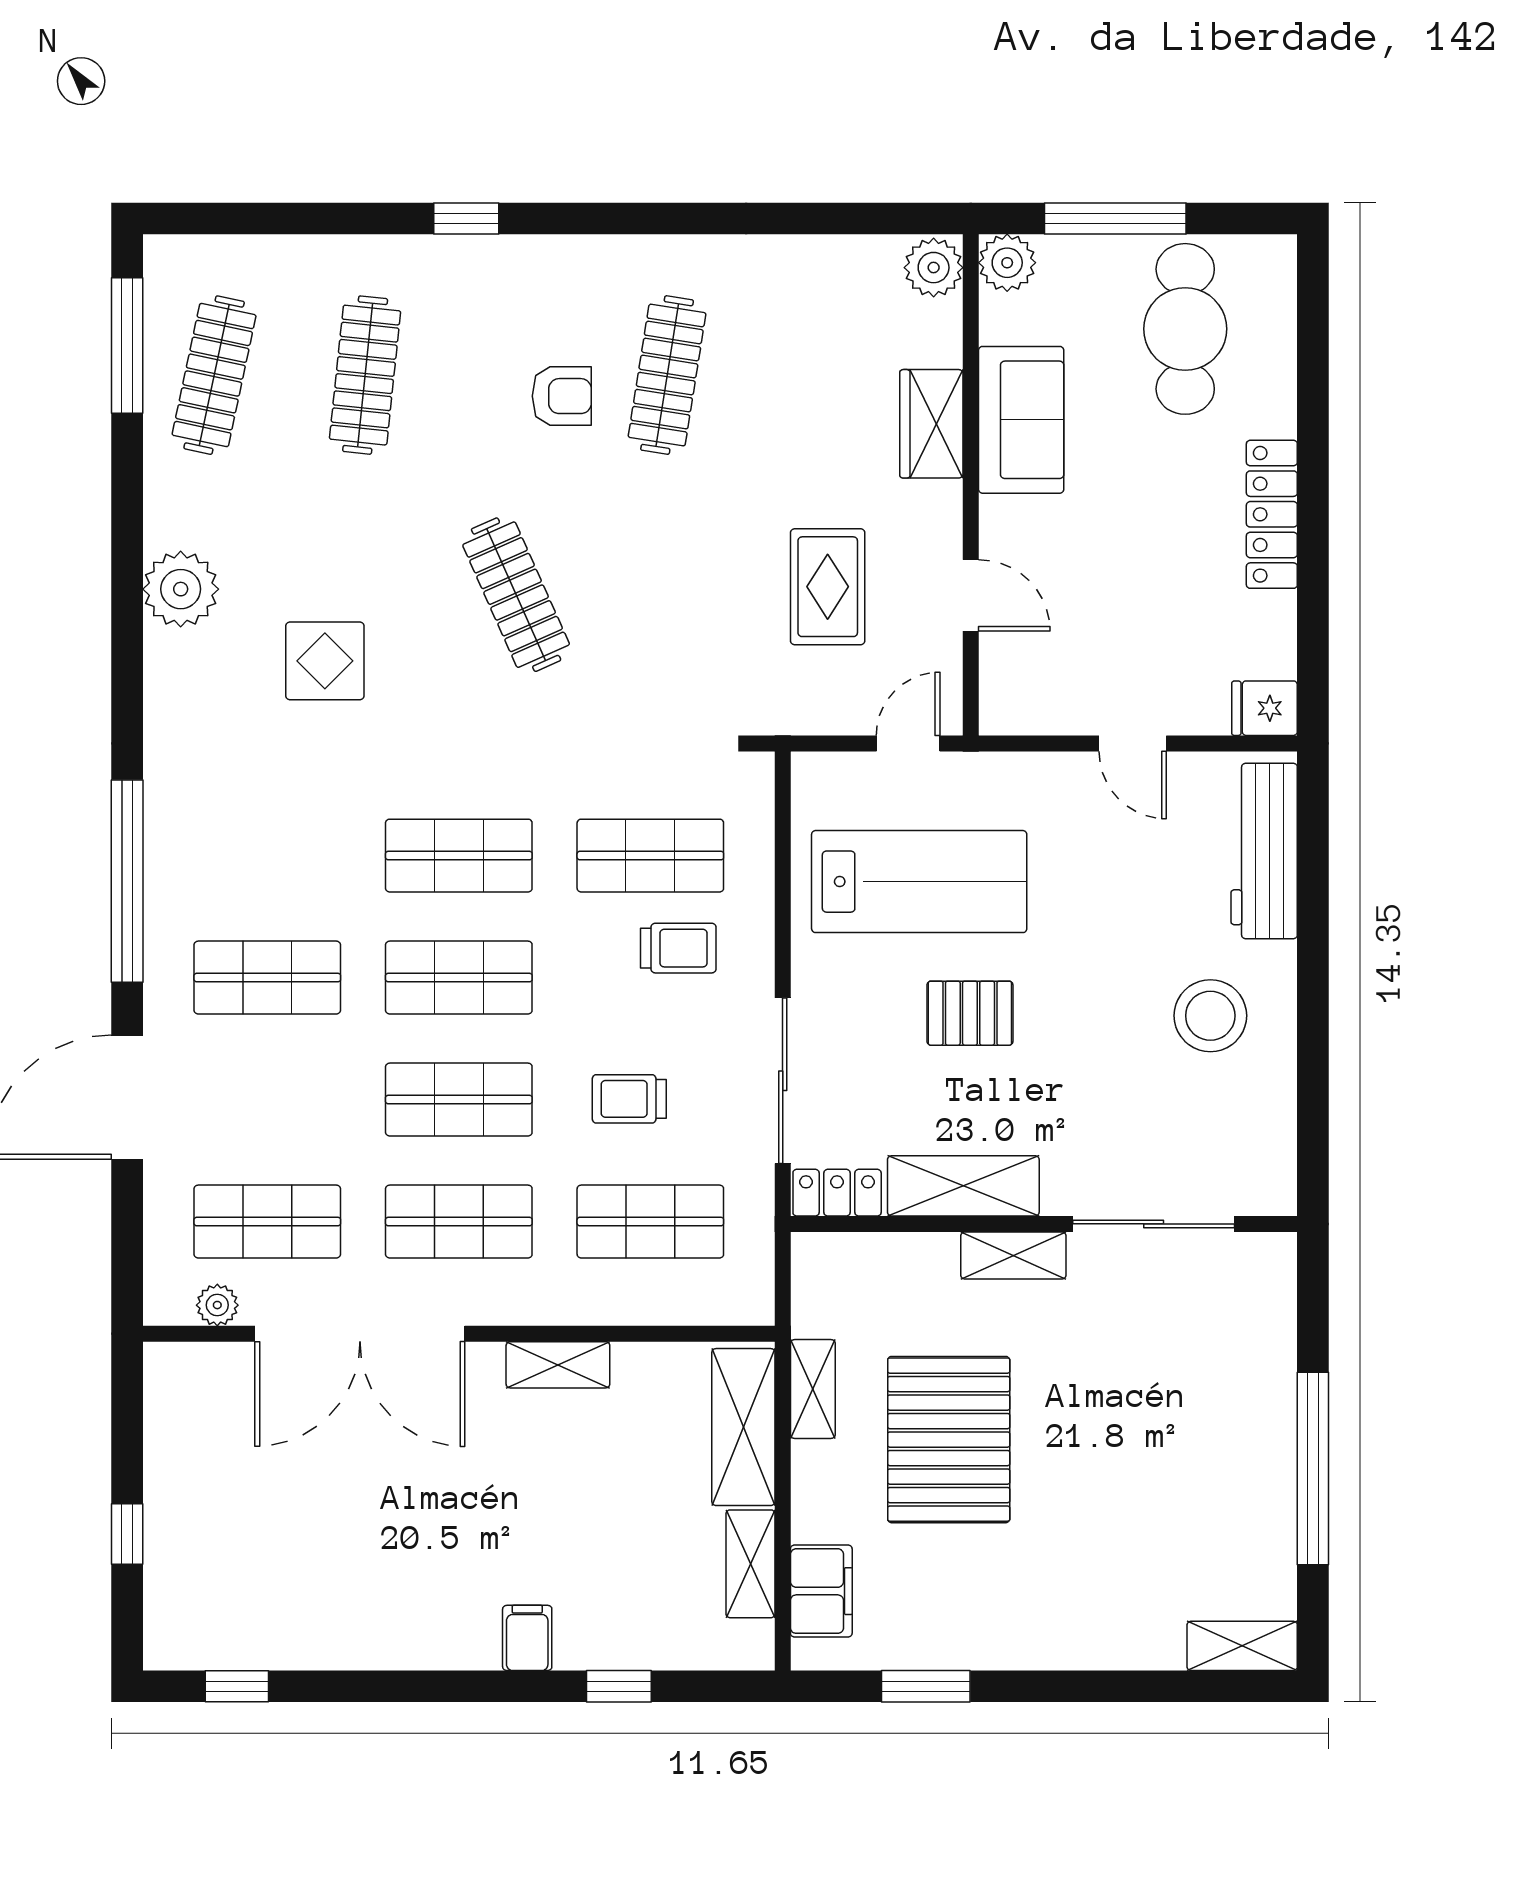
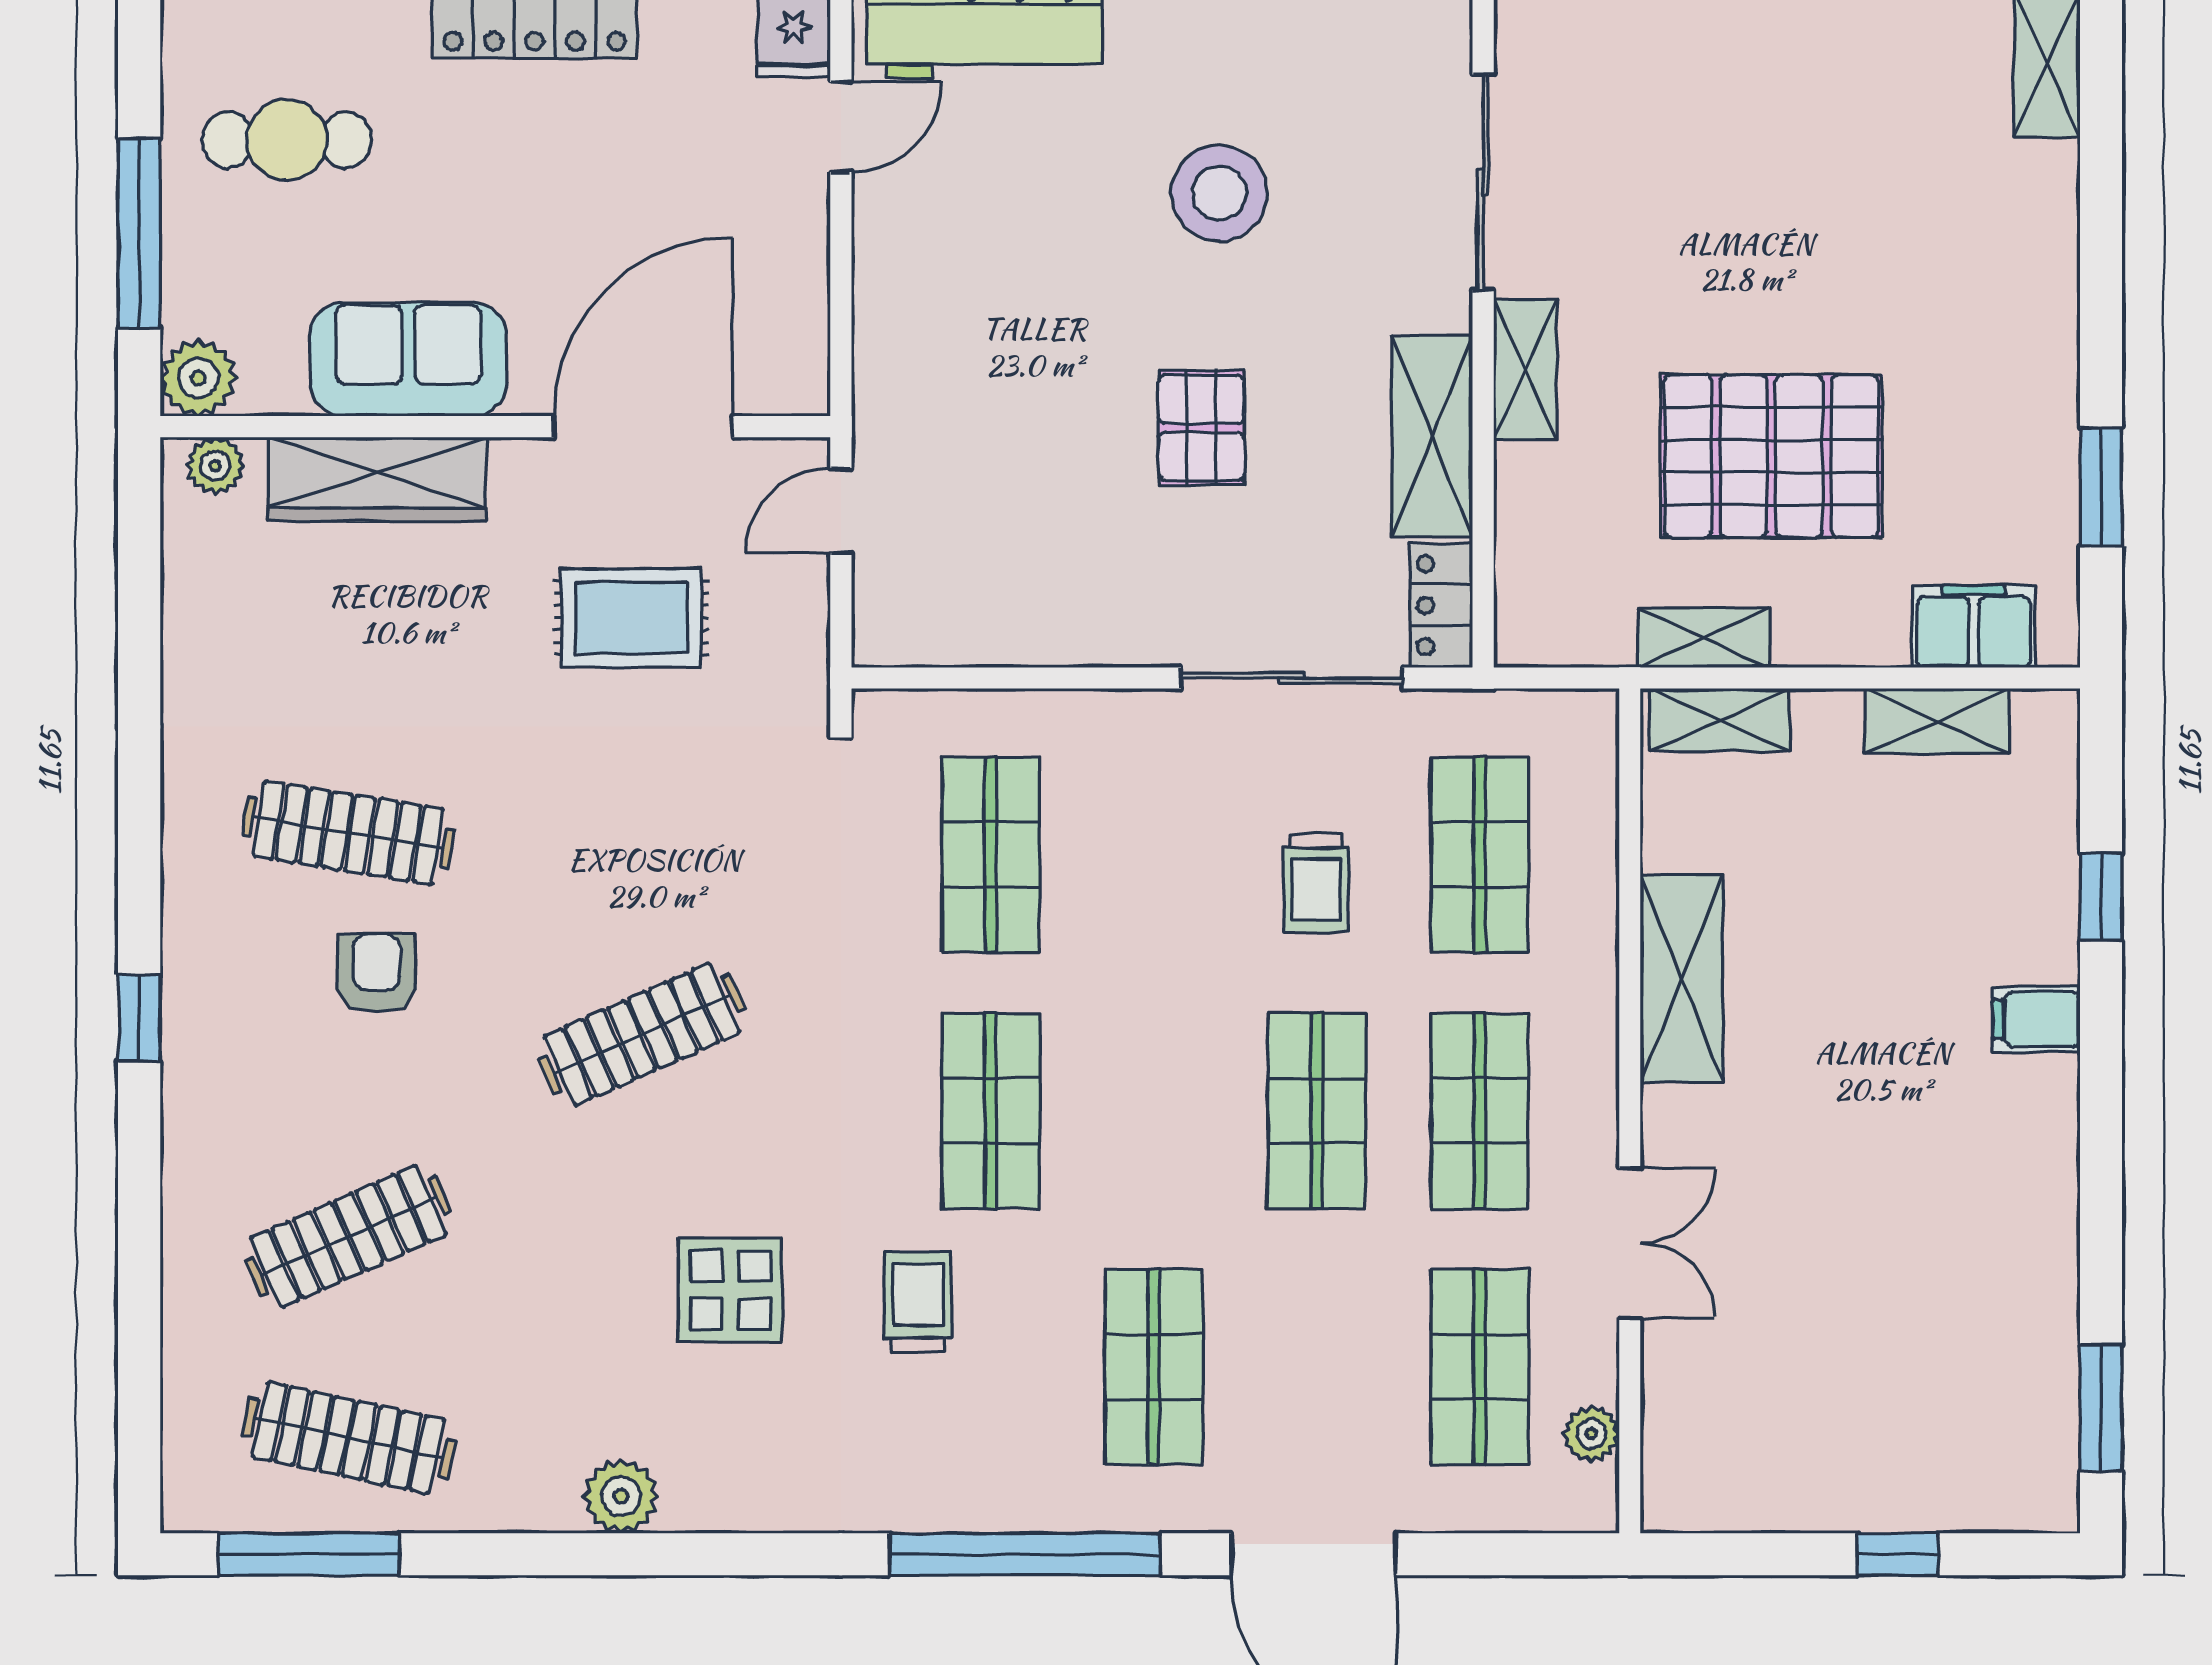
window: (466, 218) -> (139, 1018), moved
plant: (934, 268) -> (215, 466), width x0.73, depth x0.73
cafe table: (1185, 329) -> (287, 140), width x0.73, depth x0.74
clothes rail: (365, 375) -> (348, 1236), turned -30
wardrobe: (931, 424) -> (377, 479), width x1.50
plant: (181, 589) -> (621, 1496), width x0.73, depth x0.73
door: (971, 595) -> (643, 427), width x1.88
door: (908, 743) -> (841, 510), hinge flipped
door: (1133, 743) -> (841, 127), moved
lab bench: (919, 882) -> (1025, 496), removed
trolley: (678, 948) -> (918, 1302), moved
shop shelf: (459, 978) -> (1154, 1111), removed
stool: (1210, 1016) -> (1219, 193), moved
double door: (360, 1334) -> (1630, 1243), width x0.54
shelving: (558, 1365) -> (1682, 978), width x1.50, depth x1.33
shelving: (743, 1427) -> (1720, 720), width x0.67, depth x0.75
window: (237, 1686) -> (2101, 1408), width x1.50

